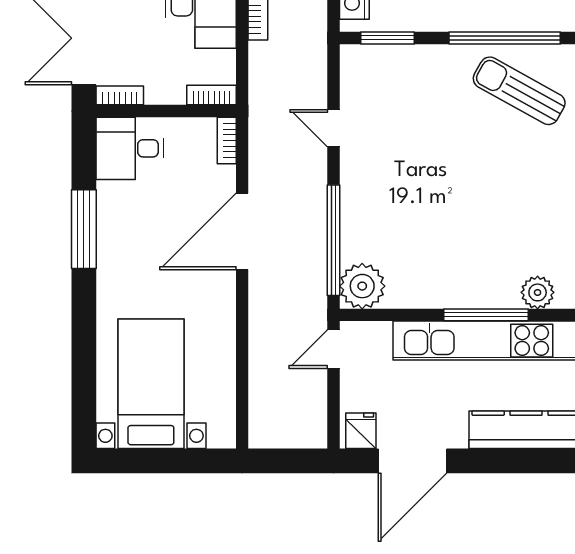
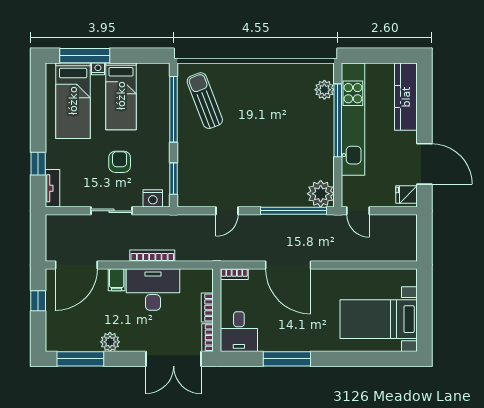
sun lounger: (519, 91) -> (205, 101), turned 130
bookcase: (211, 95) -> (207, 307), moved
window: (486, 315) -> (338, 120), width x1.46

